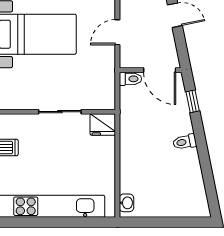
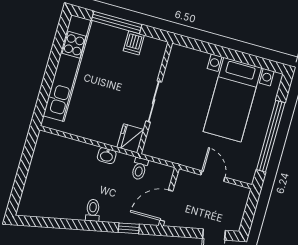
toilet: (130, 79) -> (140, 169), moved
washbasin: (126, 203) -> (107, 156), moved

